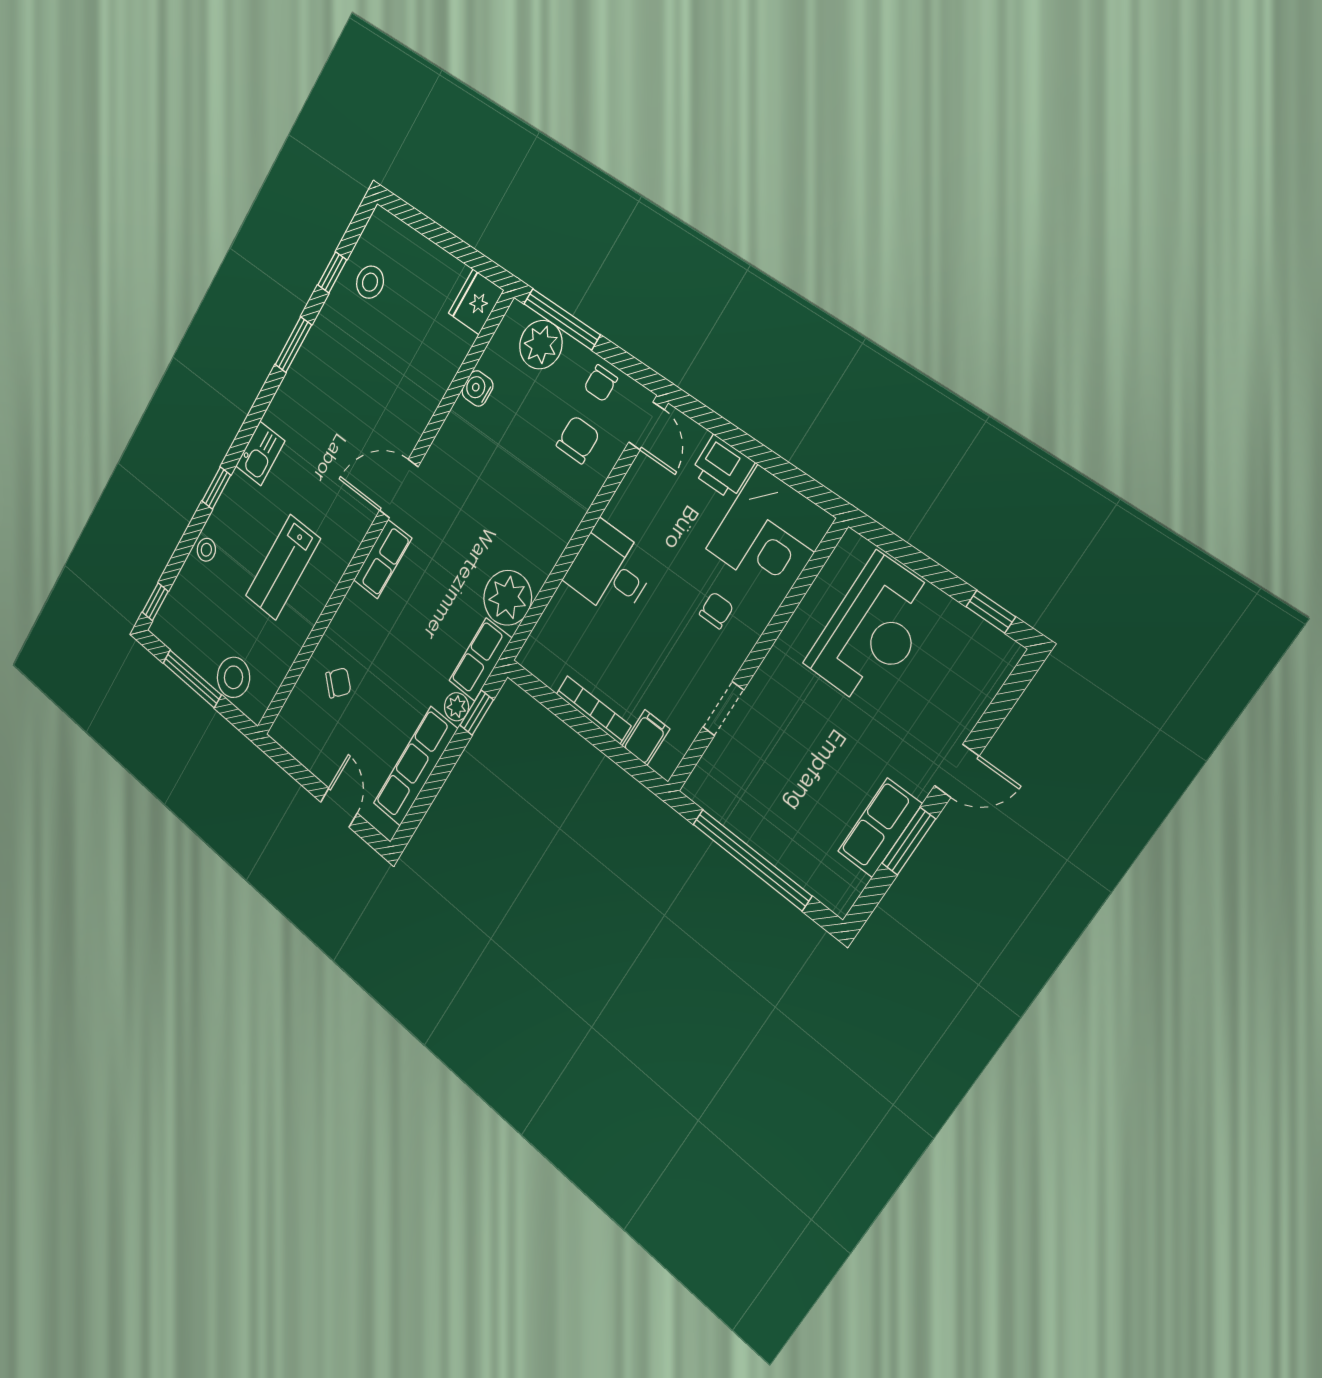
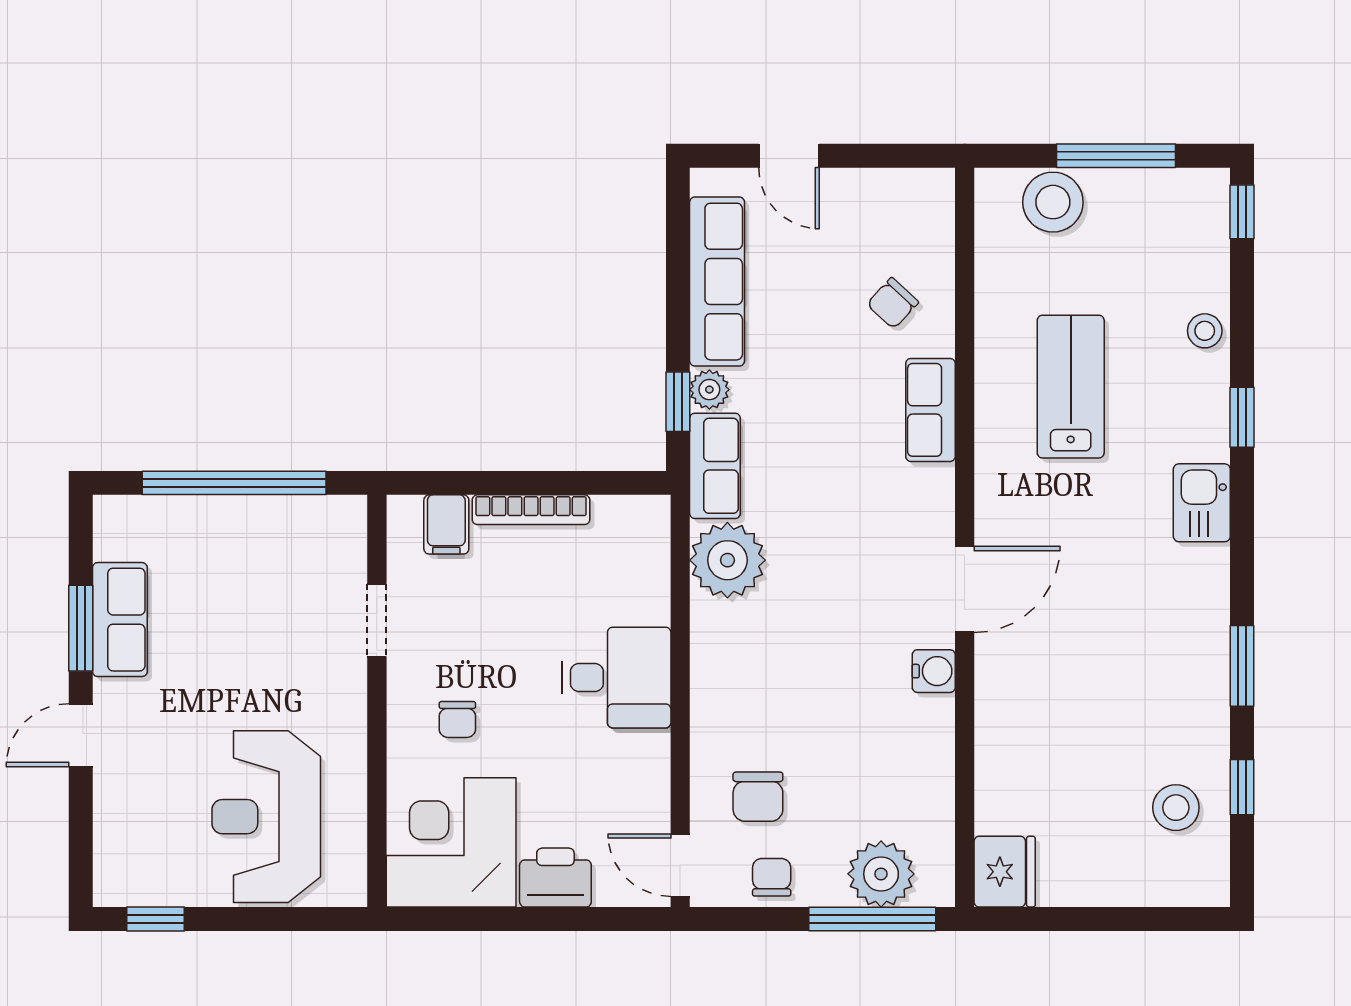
water cooler: (477, 388) -> (934, 671), moved
row of seats: (383, 559) -> (930, 410), moved

